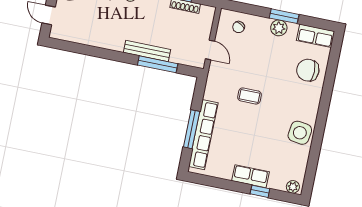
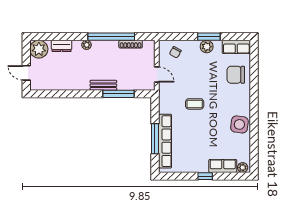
bench: (147, 51) -> (103, 85), width x0.73
row of seats: (250, 176) -> (223, 166), moved
window: (260, 191) -> (205, 176), moved

